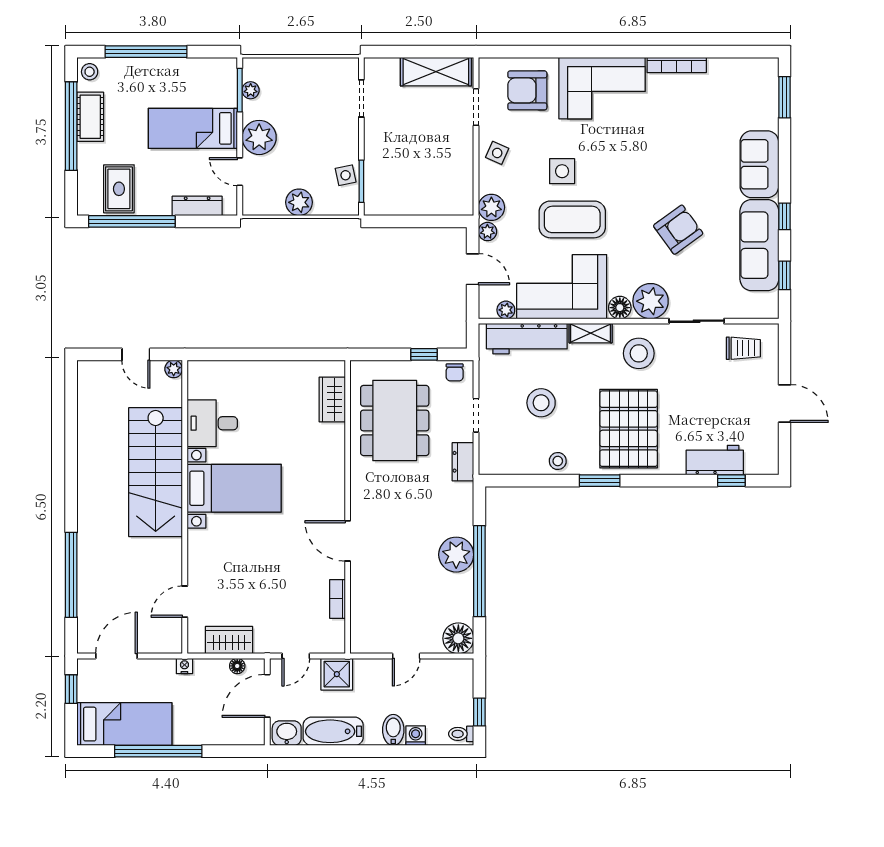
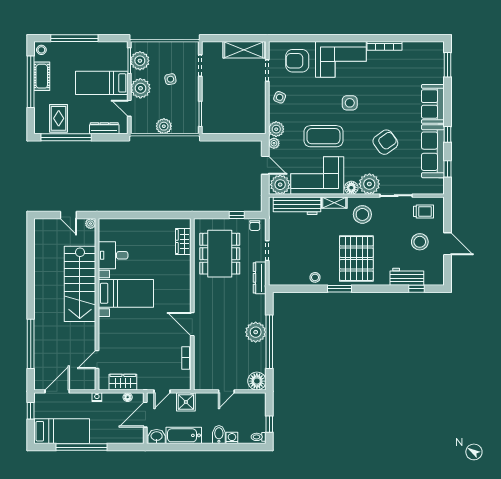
plant: (251, 90) -> (140, 61), width x1.88, depth x1.88
side table: (562, 171) -> (350, 103), moved
side table: (346, 175) -> (170, 79), moved
plant: (506, 310) -> (280, 185), width x1.88, depth x1.88
stool: (541, 403) -> (420, 242), moved
dresser: (463, 462) -> (260, 278), width x1.44

